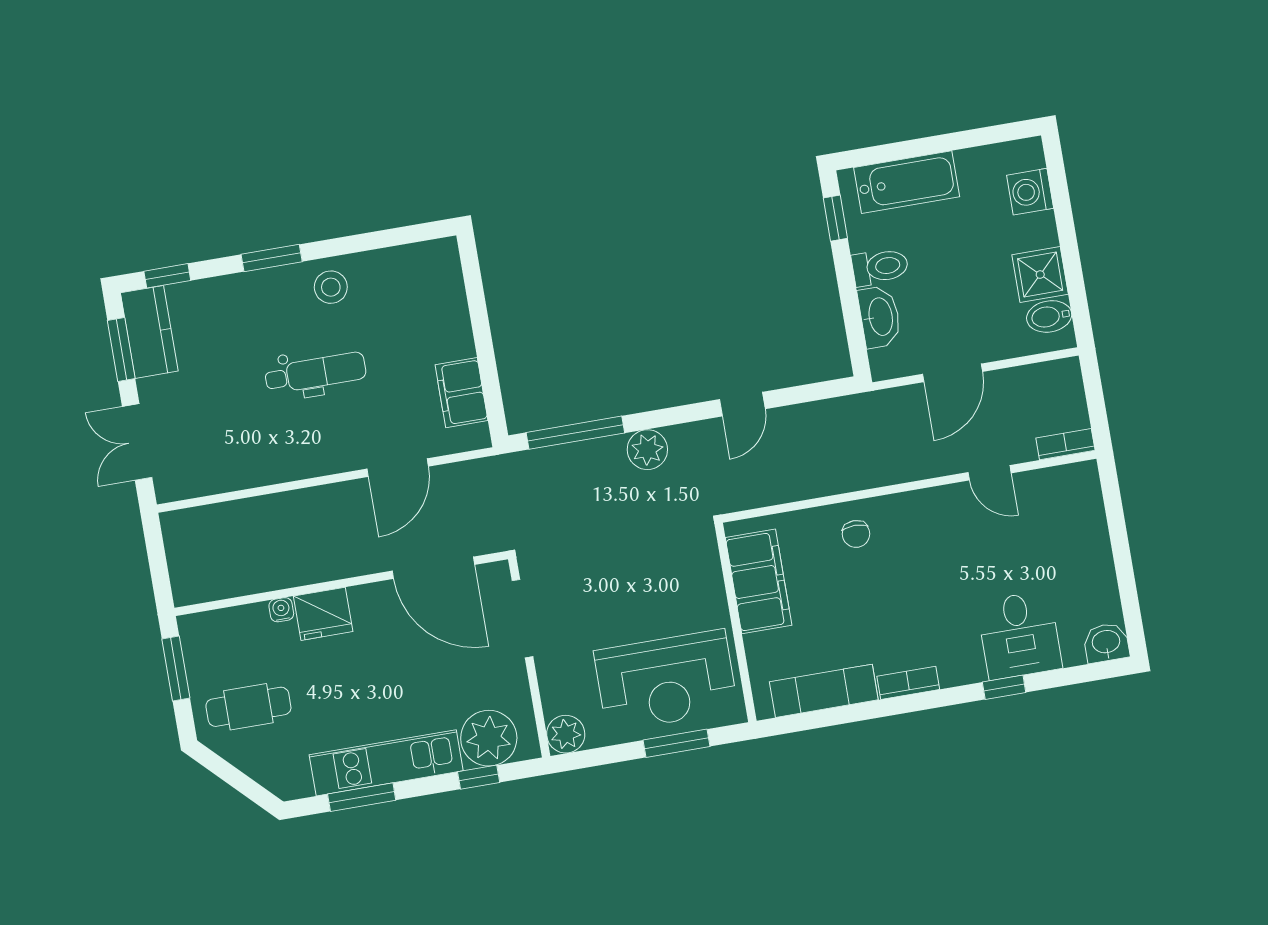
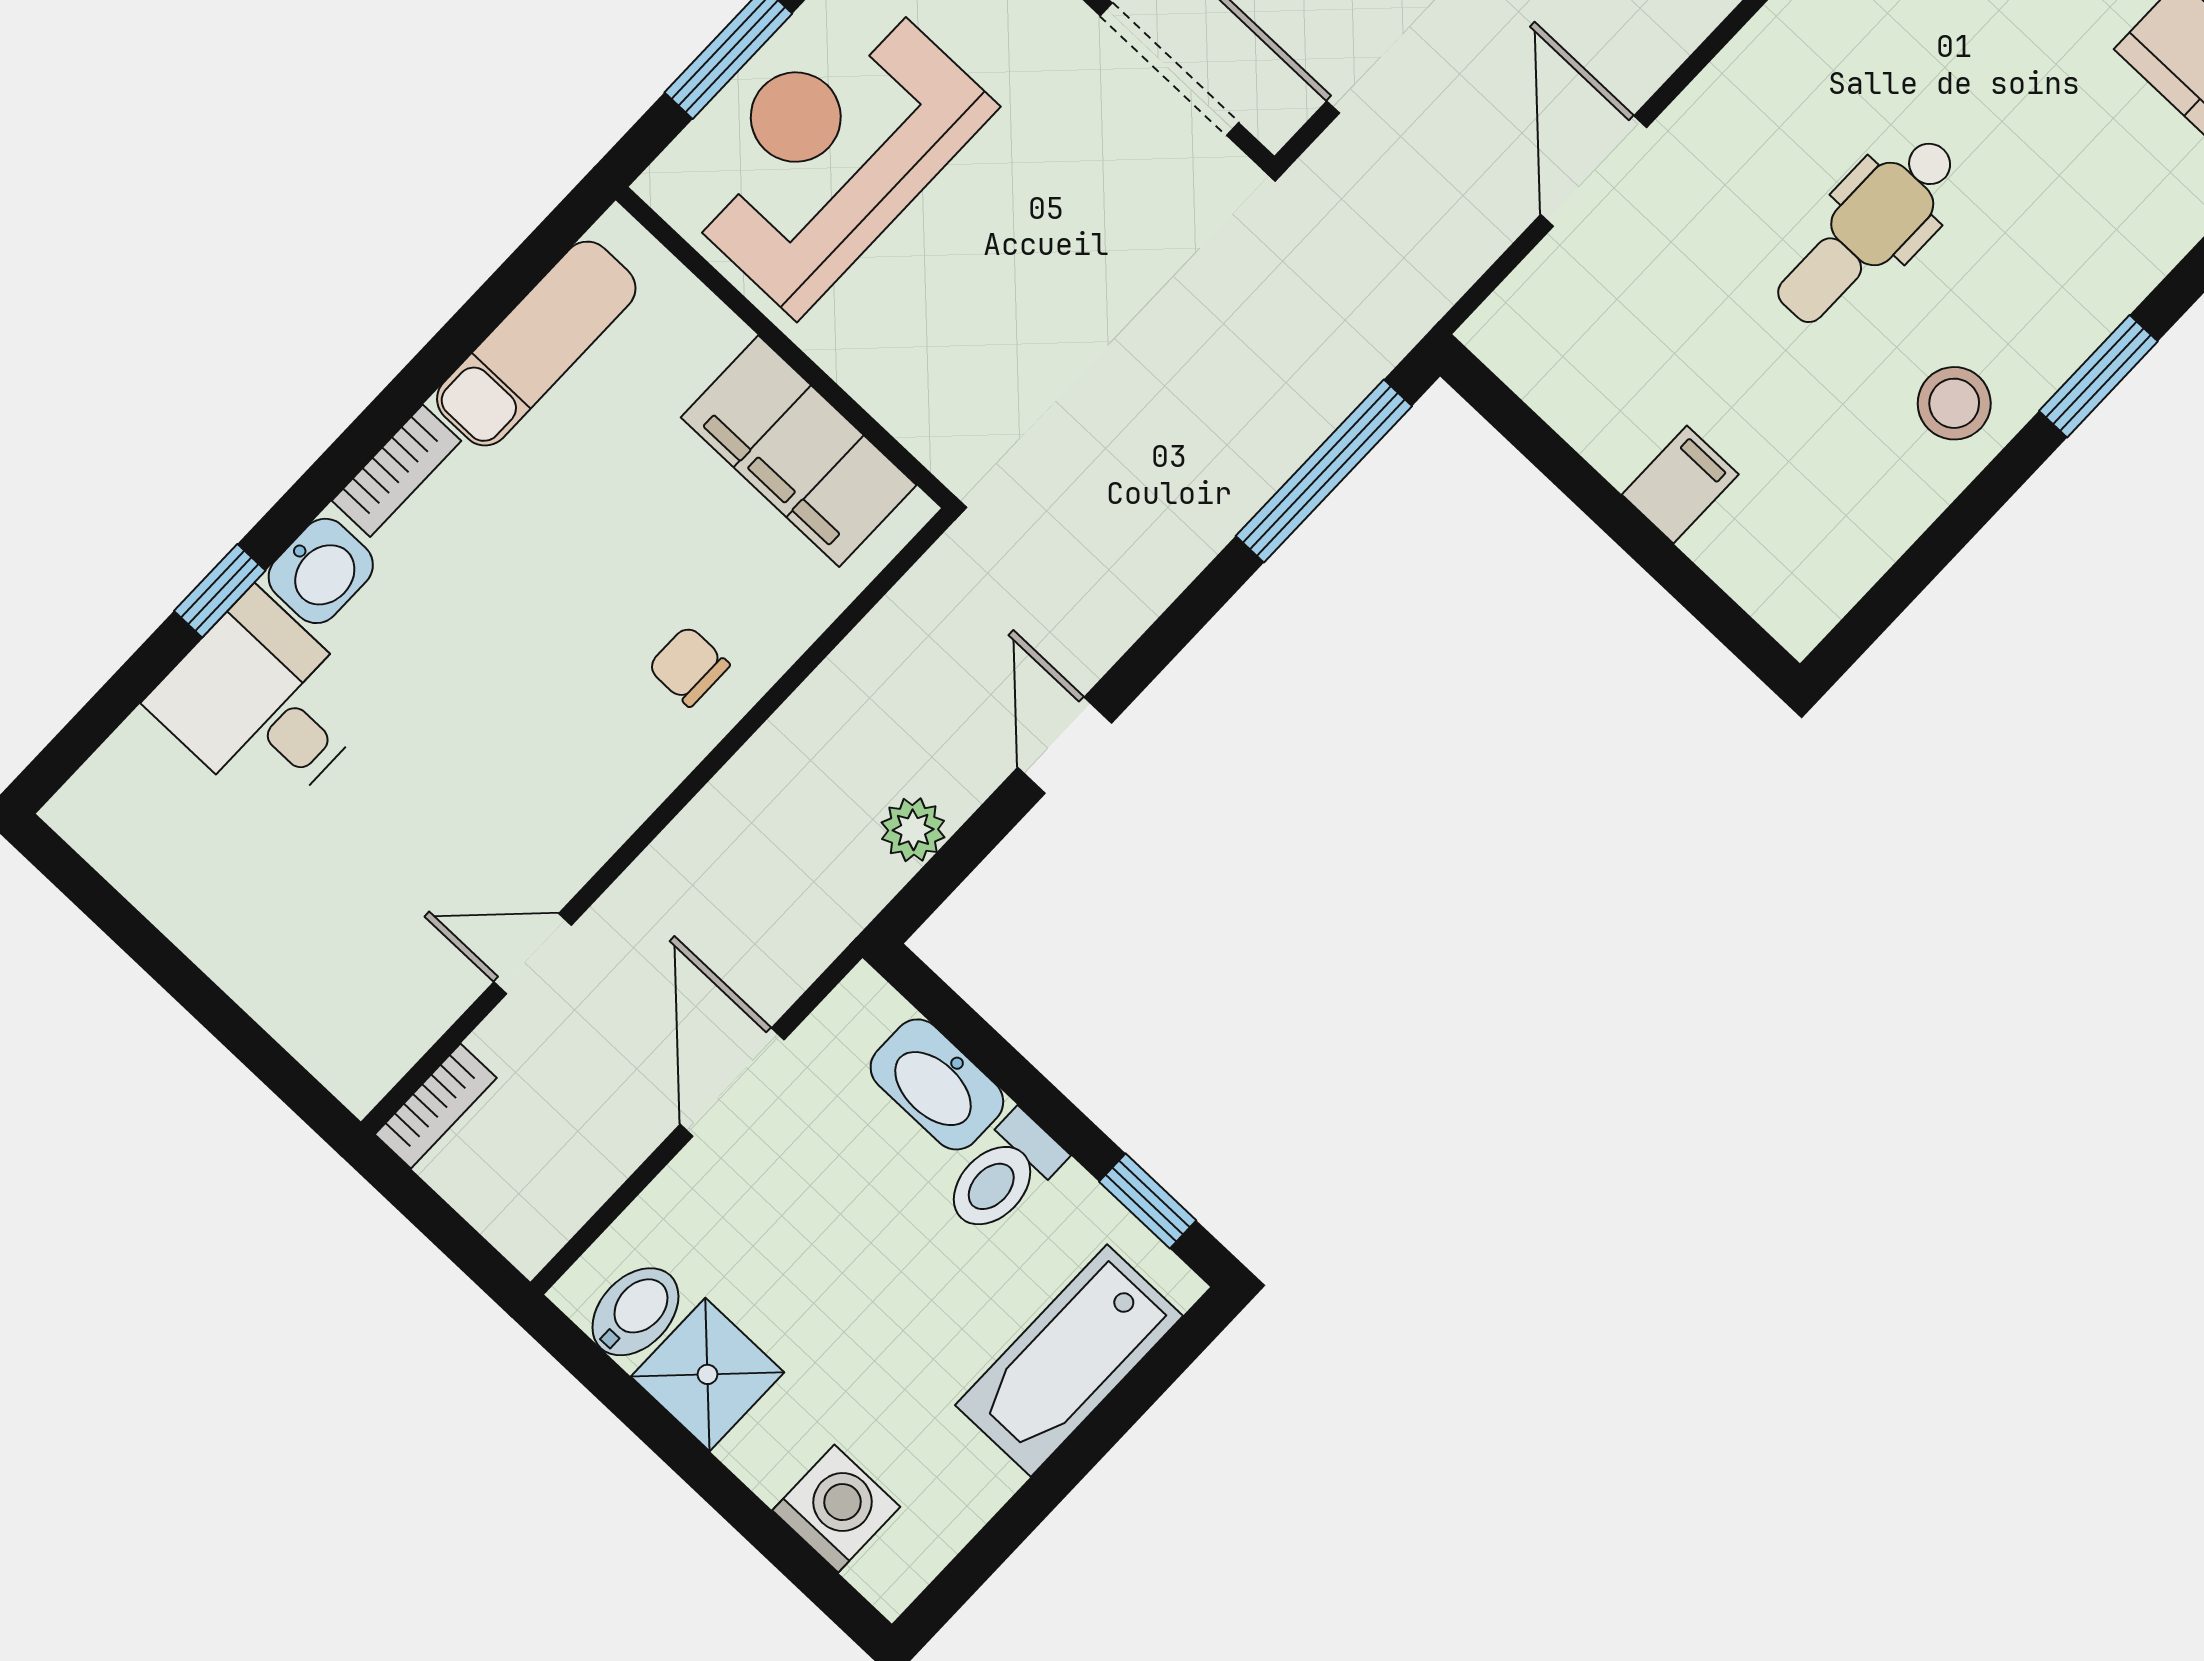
filing cabinet: (461, 393) -> (1680, 485), moved, width x0.50
plant: (647, 450) -> (913, 830), moved, width x0.73, depth x0.73
washbasin: (1106, 643) -> (321, 571), moved

